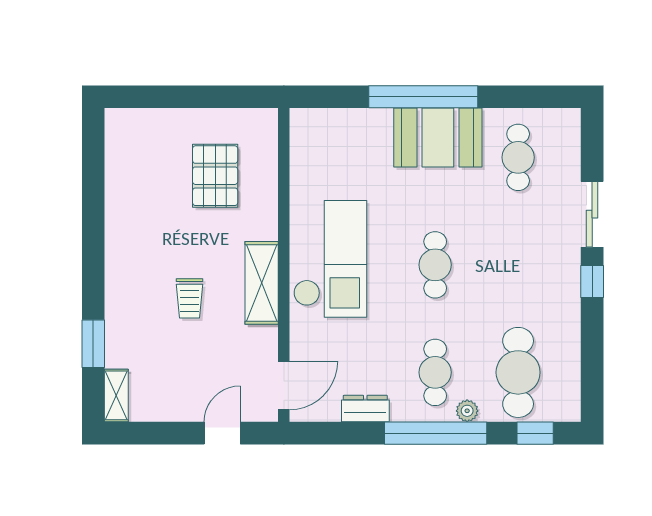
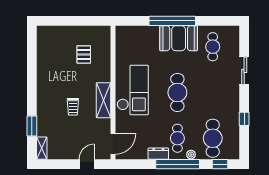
pallet: (215, 176) -> (84, 54), width x0.67, depth x0.71
cafe table: (435, 265) -> (177, 92), width x1.37, depth x1.35
window: (592, 281) -> (244, 119), moved
dresser: (365, 408) -> (158, 154), moved

